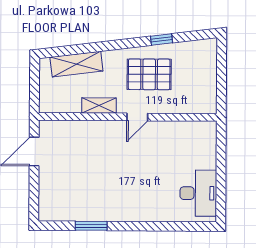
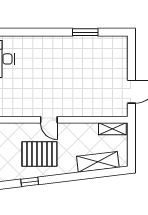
shelving: (99, 106) -> (112, 129), moved
door: (137, 117) -> (49, 120), swing flipped

